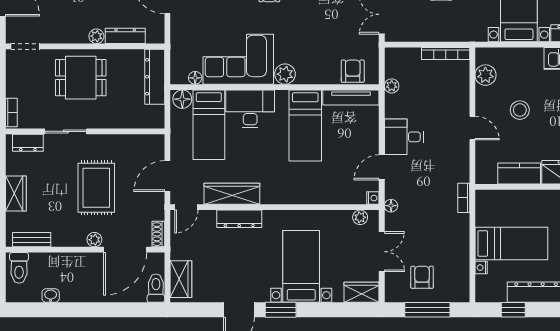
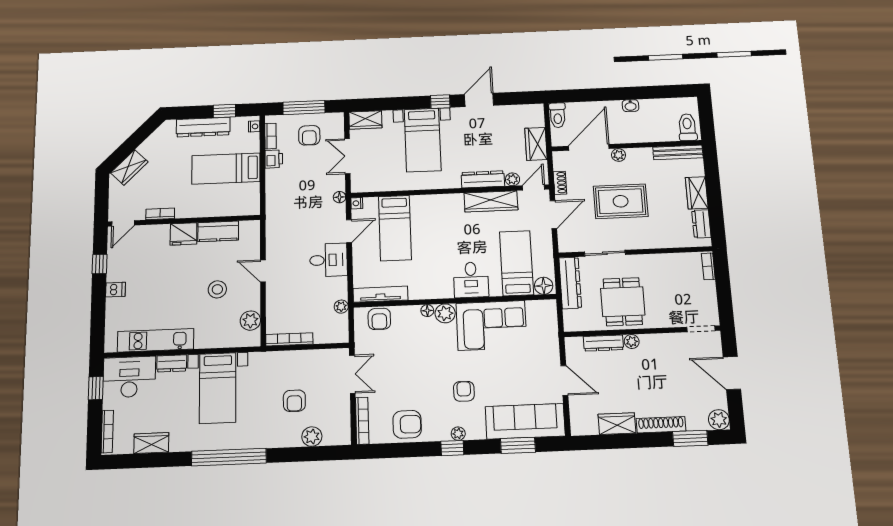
dresser: (155, 77) -> (570, 283), moved
dining table: (81, 78) -> (623, 302), moved, turned 90
floor lamp: (195, 78) -> (427, 311), moved
desk: (250, 109) -> (471, 280), width x0.73
bed: (305, 126) -> (395, 228), moved, turned 180
sliding door: (66, 131) -> (605, 253), moved
dresser: (28, 143) -> (701, 224), moved, turned -90
rug: (96, 188) -> (621, 201), turned 90
bookcase: (464, 198) -> (270, 136), moved
plant: (360, 217) -> (513, 179), moved
shoe rack: (158, 234) -> (560, 183), moved
bench: (32, 240) -> (678, 152), width x1.36
printer: (460, 252) -> (274, 159), added
nightstand: (481, 268) -> (254, 126), moved
wardrobe: (181, 279) -> (536, 144), moved
washbasin: (51, 296) -> (630, 106), moved
window: (281, 310) -> (440, 102), width x0.67

